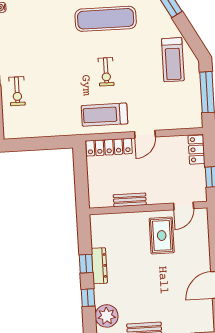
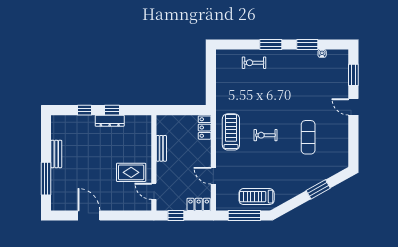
exercise mat: (106, 19) -> (308, 137), width x0.73, depth x0.69
treadmill: (173, 60) -> (257, 197), moved
door: (145, 134) -> (213, 176), moved
locker: (109, 147) -> (205, 128), width x0.66
plant: (107, 316) -> (69, 124), removed

